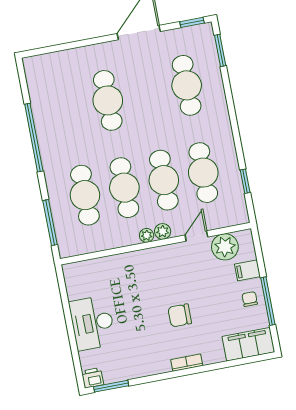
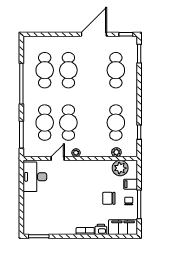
cafe table: (164, 180) -> (45, 70), moved
plant: (163, 231) -> (116, 152), moved
door: (196, 236) -> (58, 159), moved
chair: (180, 315) -> (109, 198), moved
desk: (92, 323) -> (35, 177), moved
printer: (92, 378) -> (101, 229), moved

